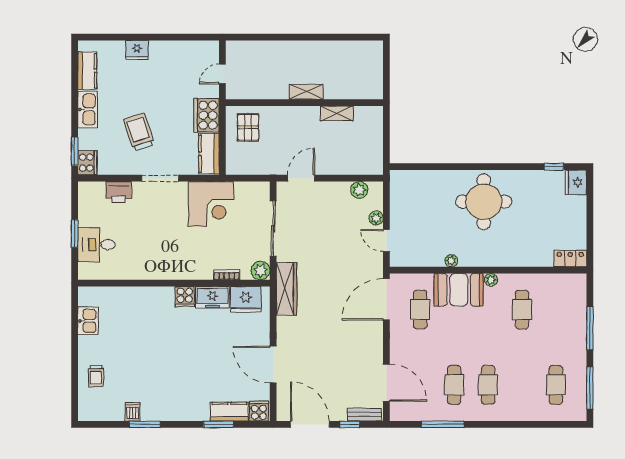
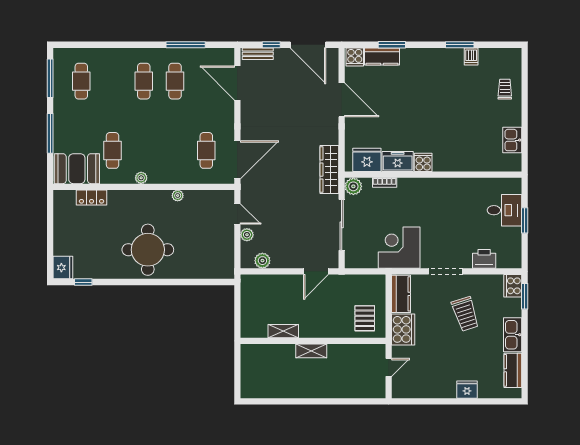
locker: (570, 259) -> (92, 197), moved
booth: (459, 290) -> (77, 169), moved

